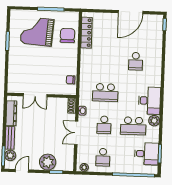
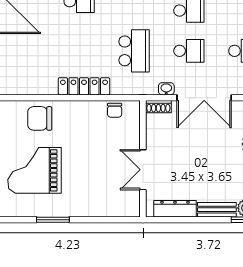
grand piano: (37, 31) -> (35, 170), turned 86
locker: (87, 33) -> (84, 86), moved
double door: (35, 95) -> (143, 170), swing flipped
double door: (76, 133) -> (204, 98), width x1.37

